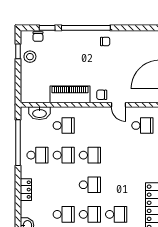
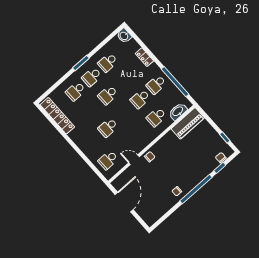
stool: (30, 57) -> (215, 141), removed
piano: (70, 94) -> (188, 123), moved
school desk: (90, 155) -> (108, 128), moved

